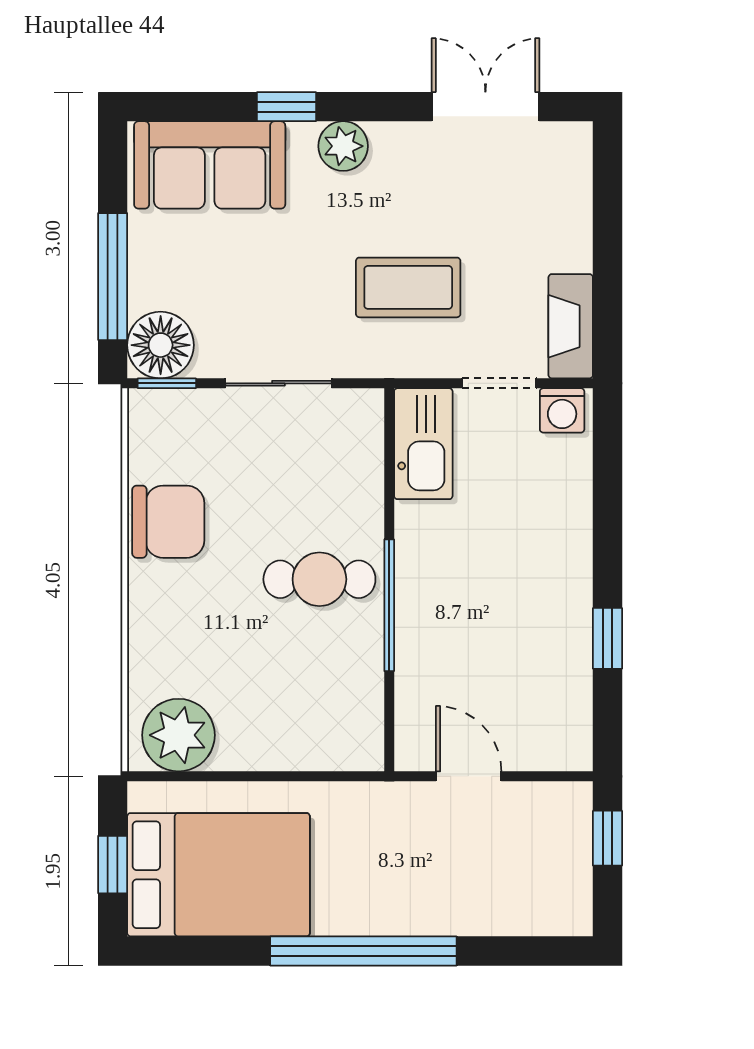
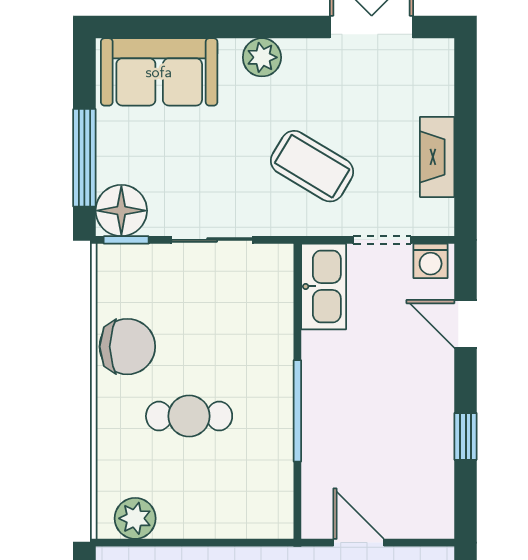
window: (286, 107) -> (218, 27), removed
coffee table: (408, 287) -> (312, 166), turned 31
fireplace: (571, 326) -> (437, 157), moved
door: (608, 492) -> (466, 324), added
cafe table: (319, 579) -> (189, 416), moved
plant: (178, 735) -> (135, 518), width x0.73, depth x0.73

